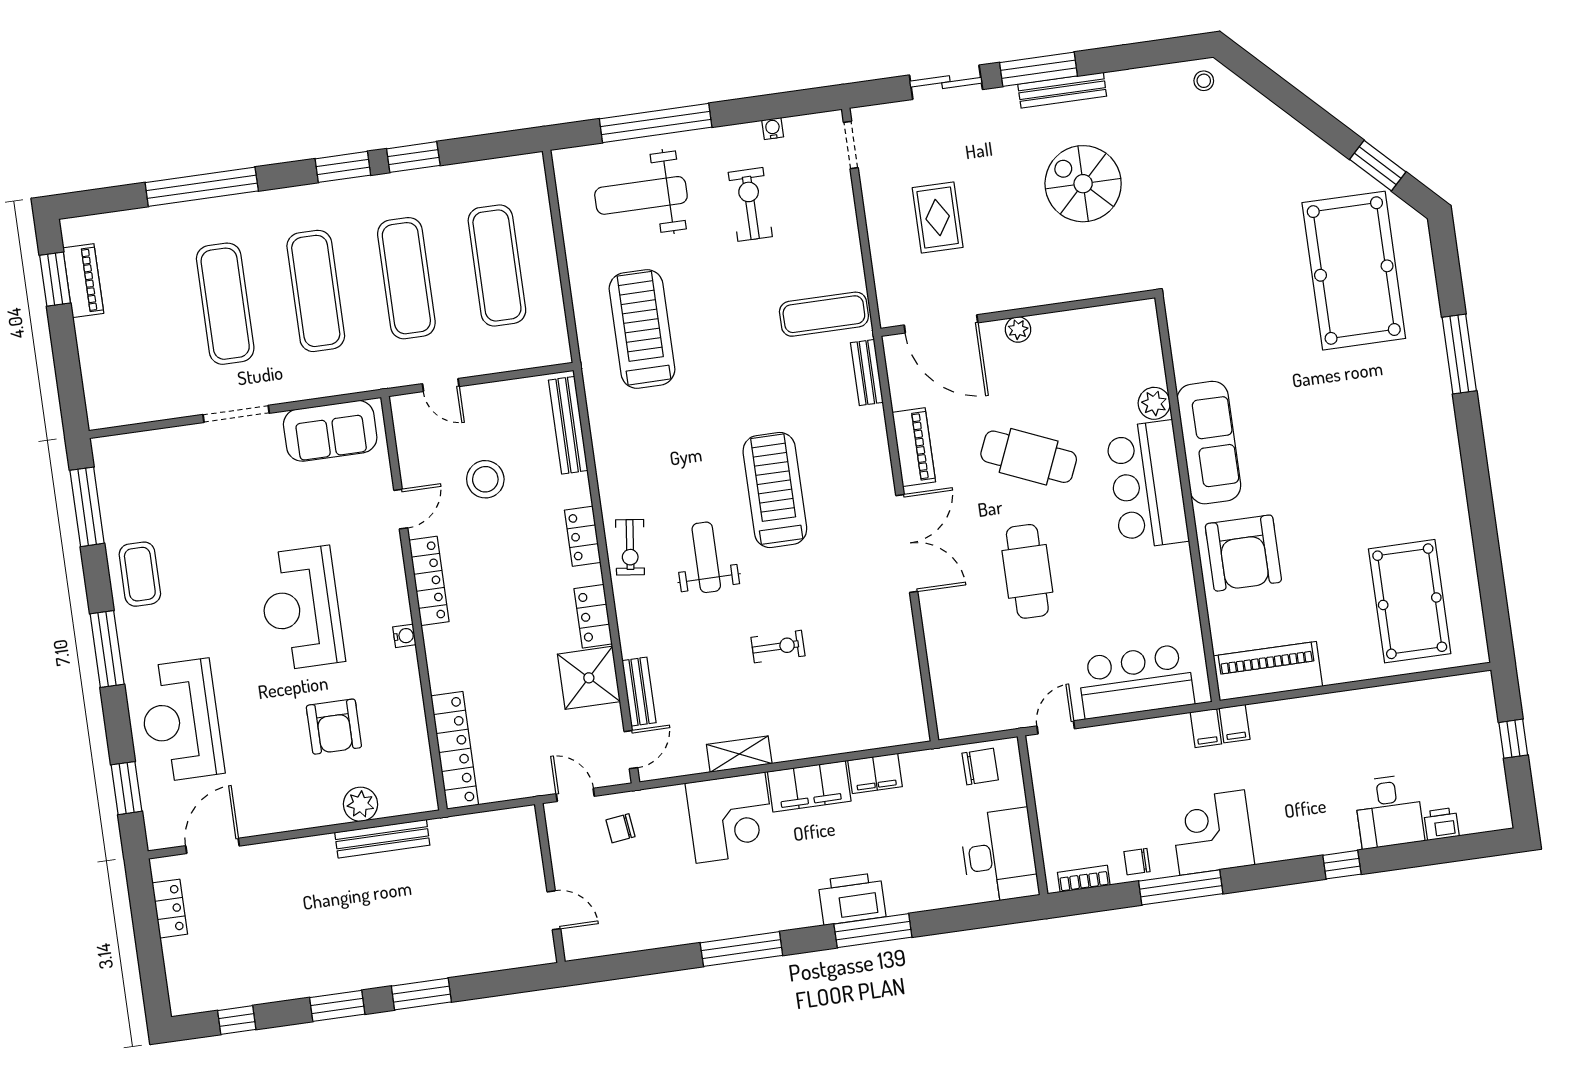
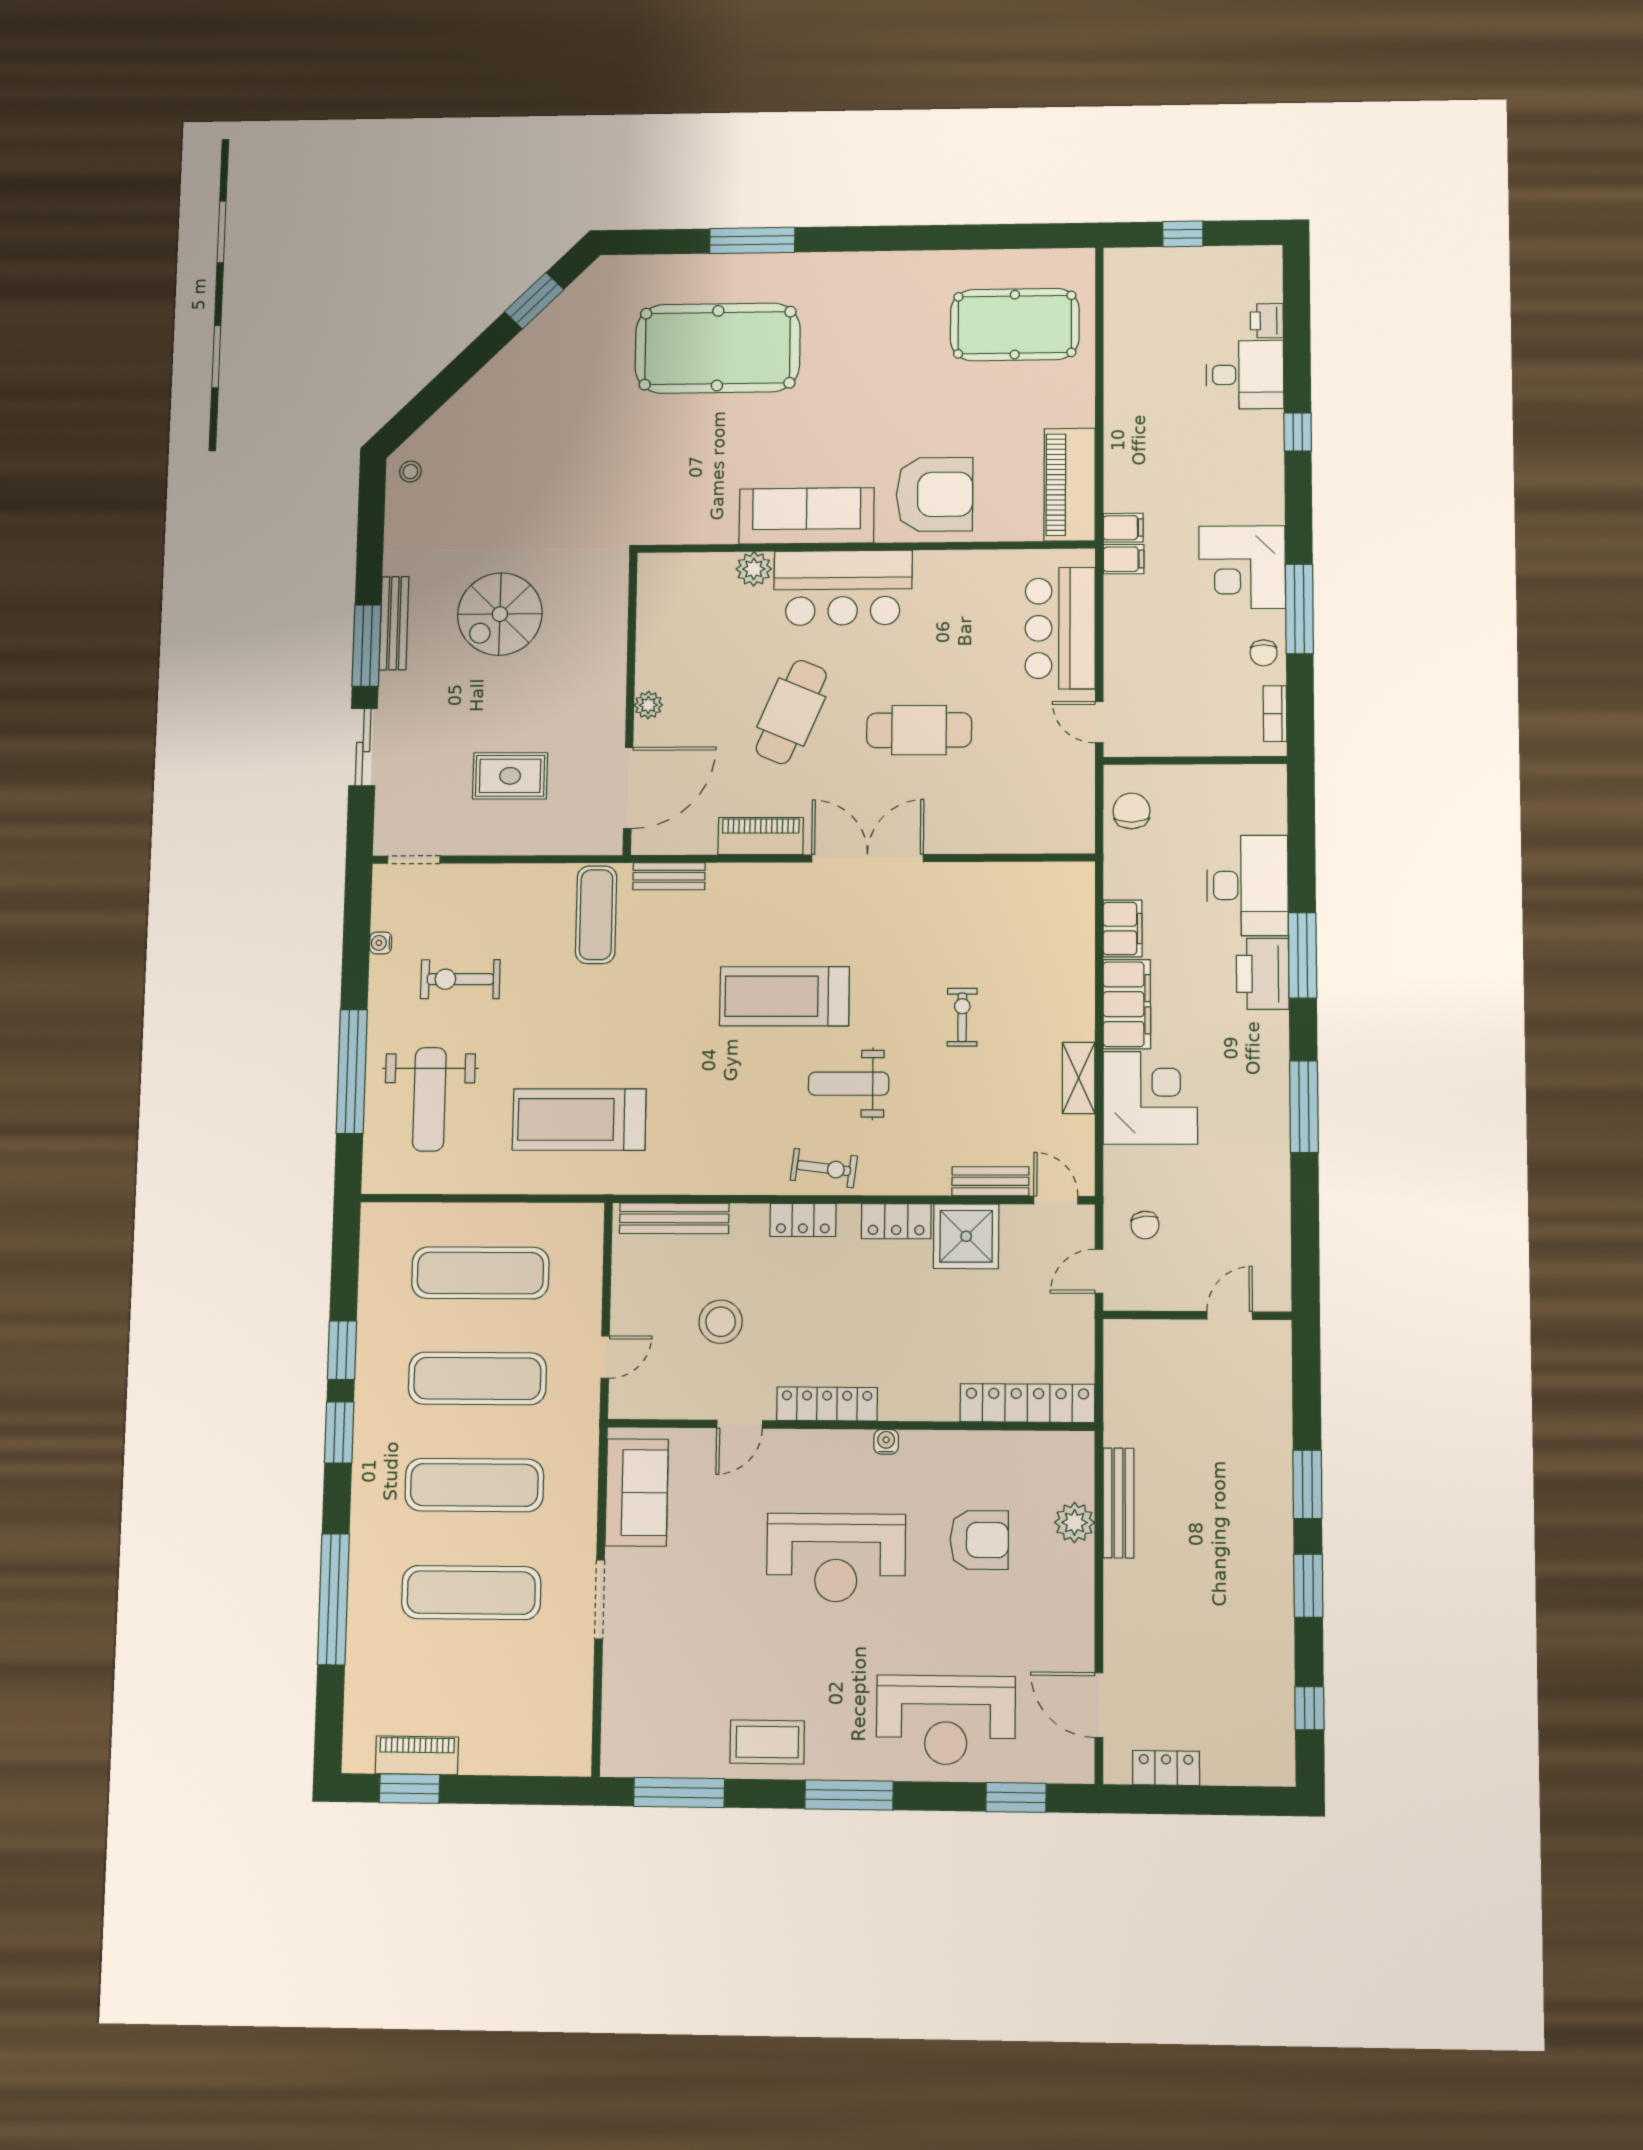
pool table: (1354, 271) -> (718, 348), moved
door: (401, 509) -> (740, 1424), swing flipped
desk: (999, 856) -> (1248, 885), moved, turned 90

